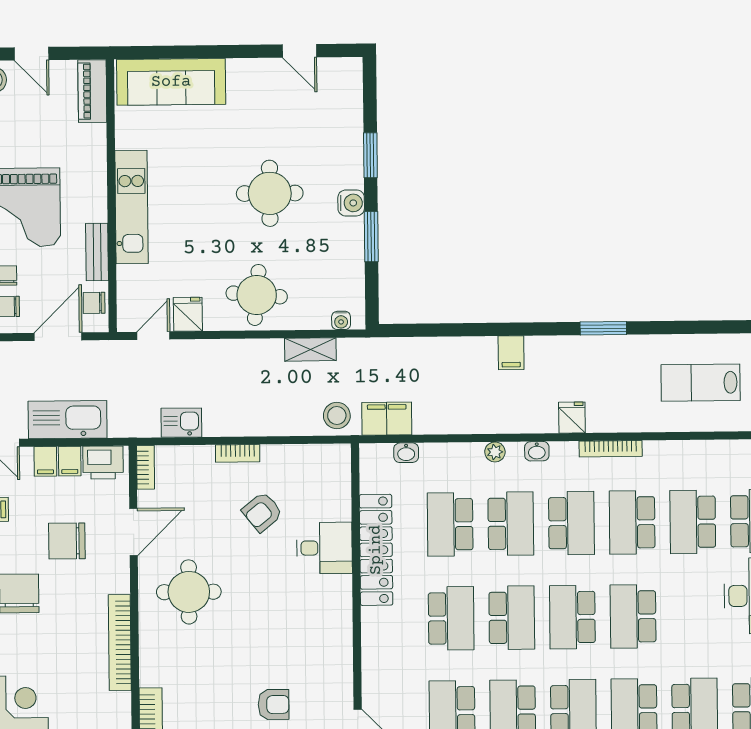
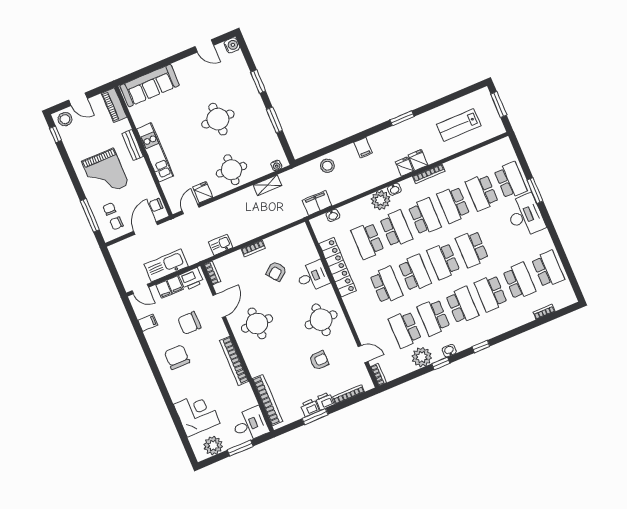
water cooler: (351, 203) -> (232, 45), moved
bench: (97, 252) -> (133, 145), moved
stool: (337, 416) -> (327, 166), moved
fridge: (601, 416) -> (418, 160), added
plant: (495, 452) -> (381, 200), width x1.88, depth x1.88
round table: (307, 633) -> (321, 320), added

